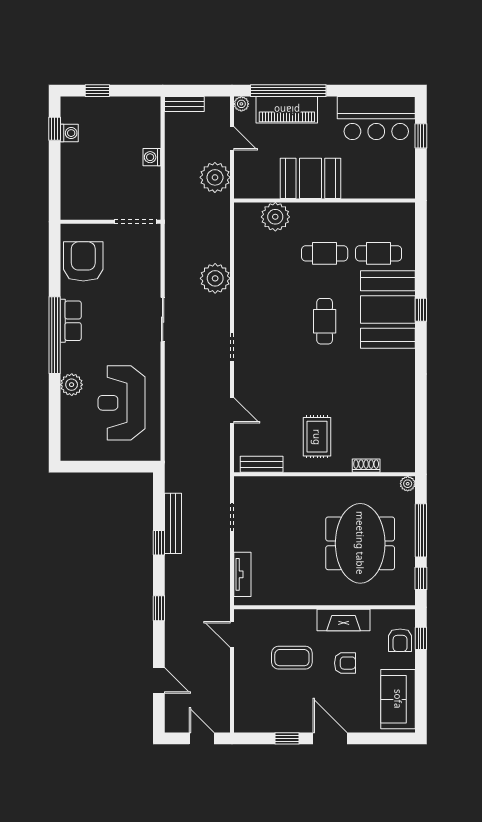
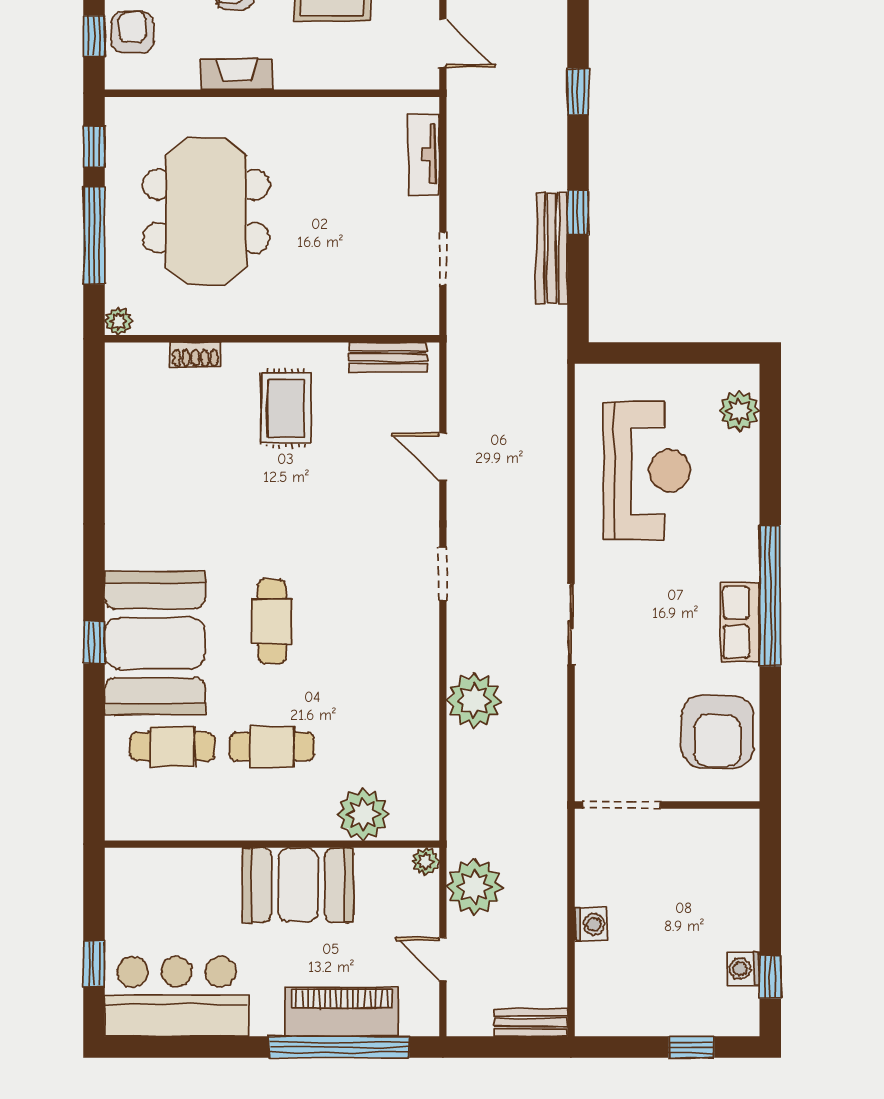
plant: (241, 104) -> (426, 861), moved
plant: (72, 385) -> (739, 411), moved
fireplace: (344, 620) -> (237, 74), width x0.73, depth x0.76

